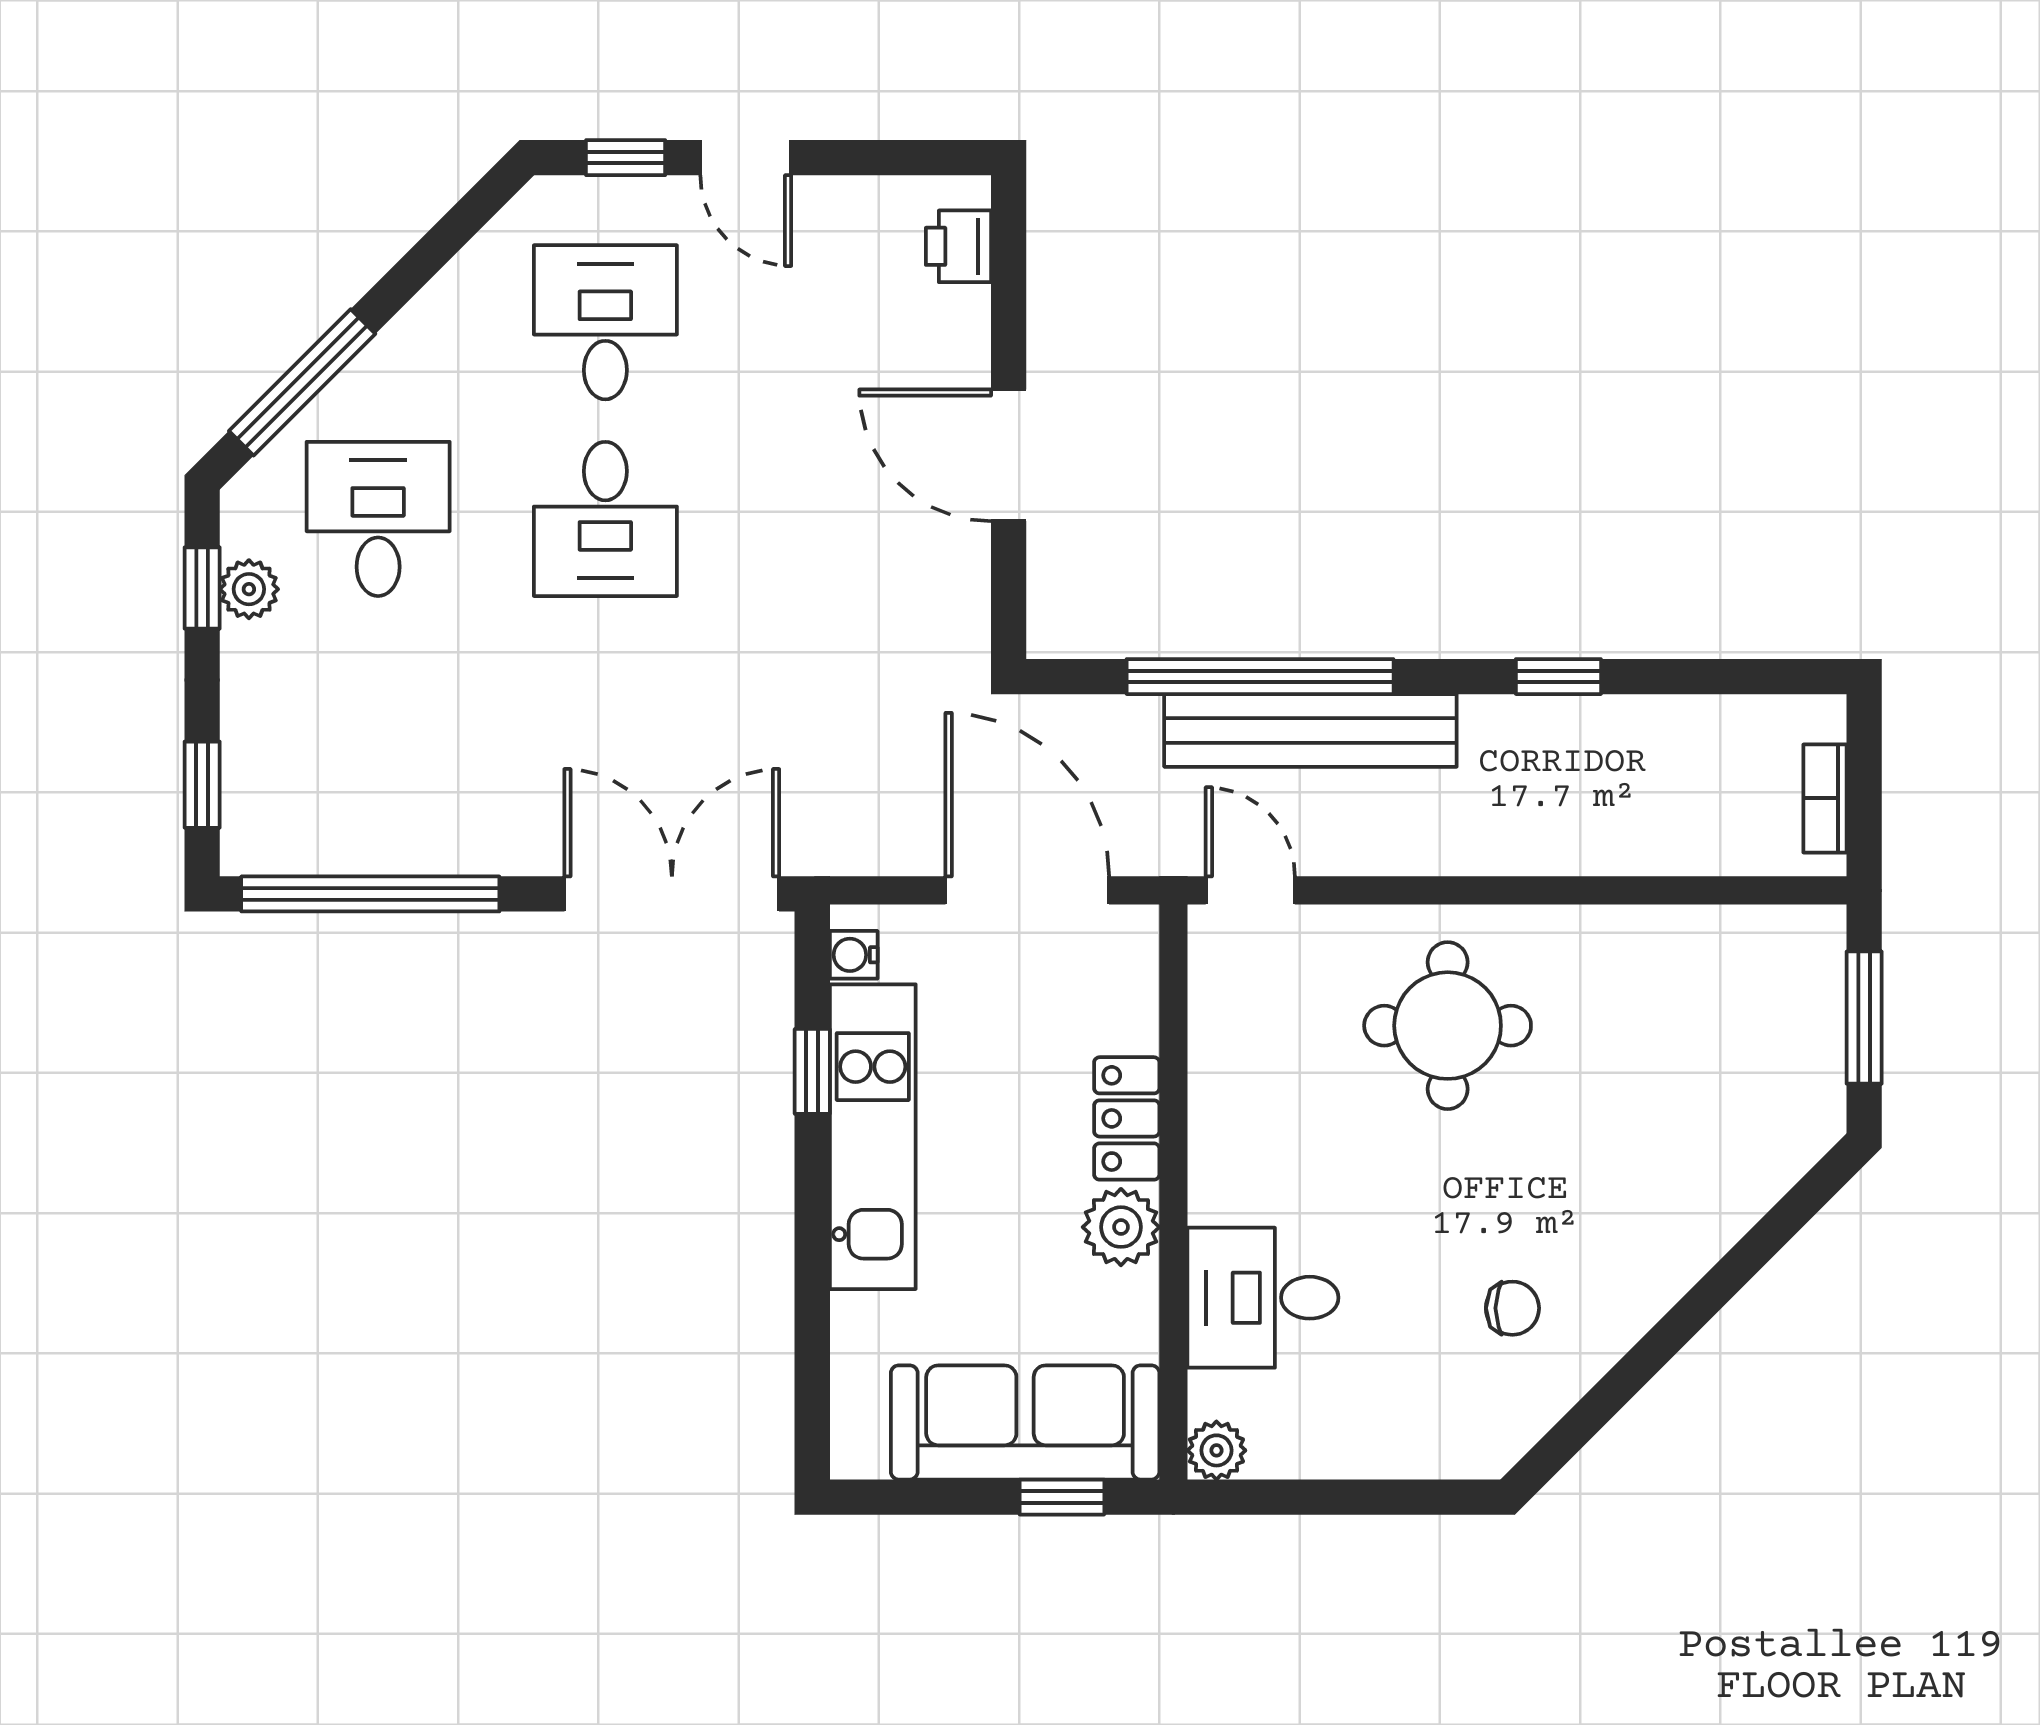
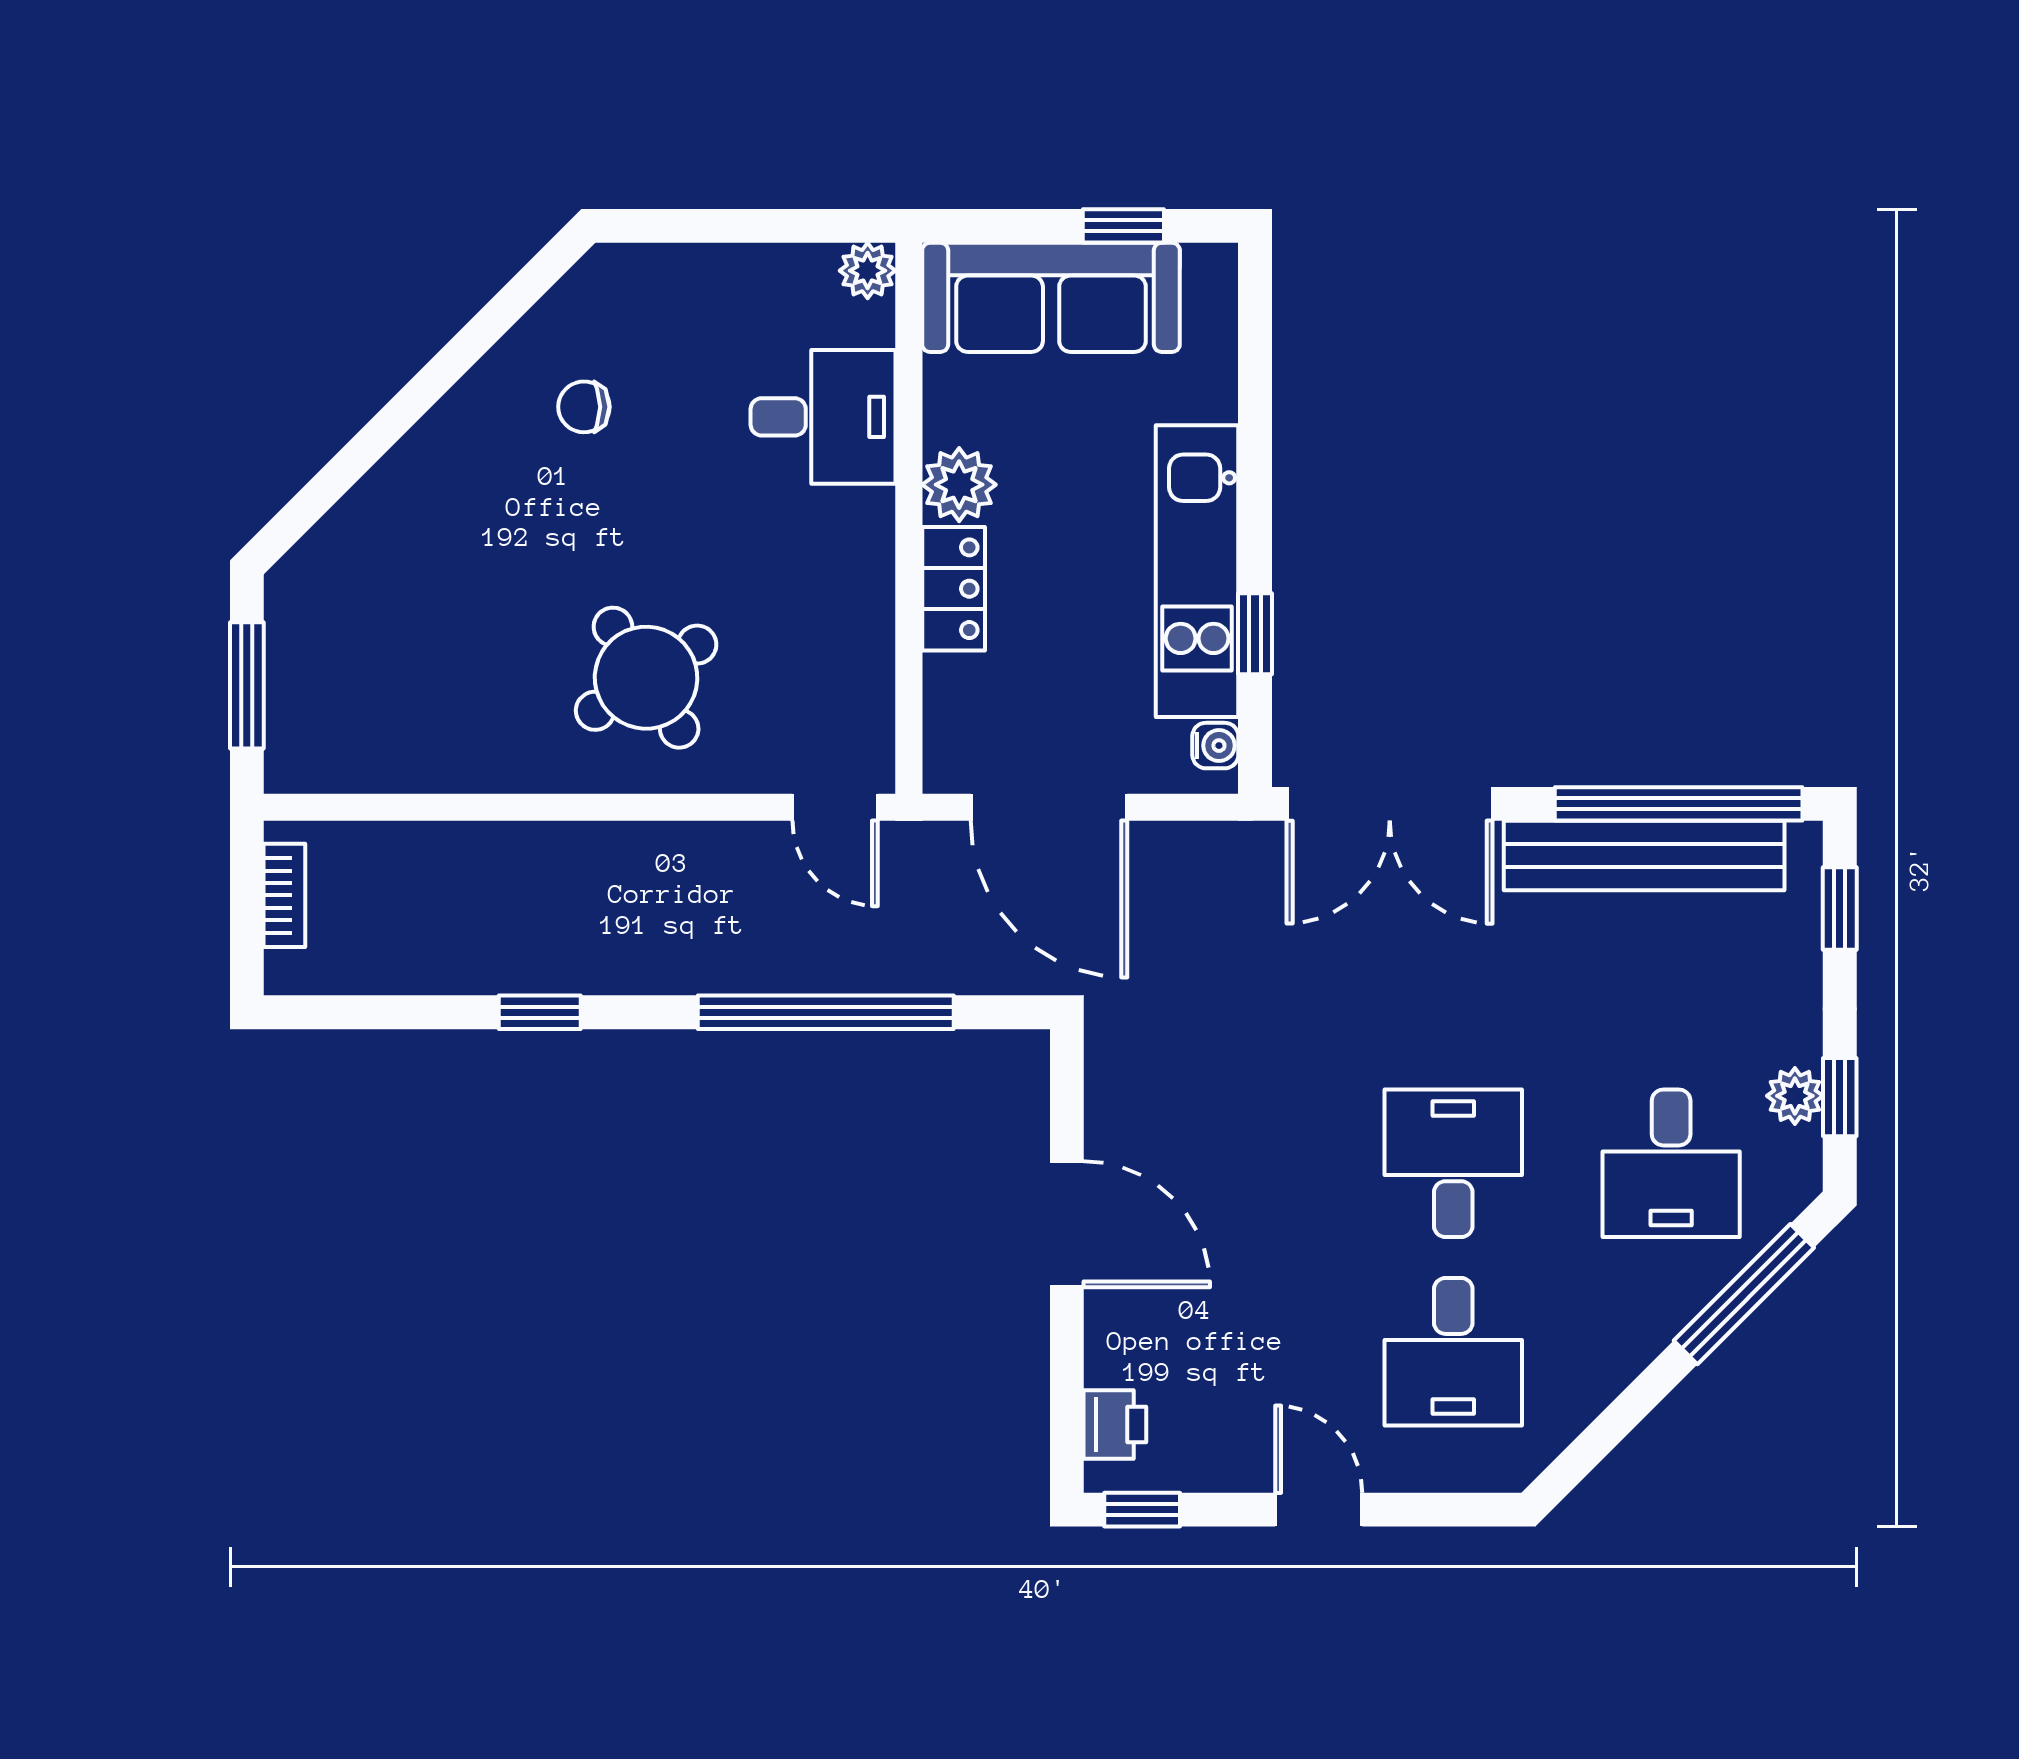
window: (626, 158) -> (1142, 1510), moved
bench: (1310, 730) -> (1644, 856), moved
round table: (1448, 1026) -> (646, 678), turned -33
window: (1062, 1497) -> (1123, 226), moved

